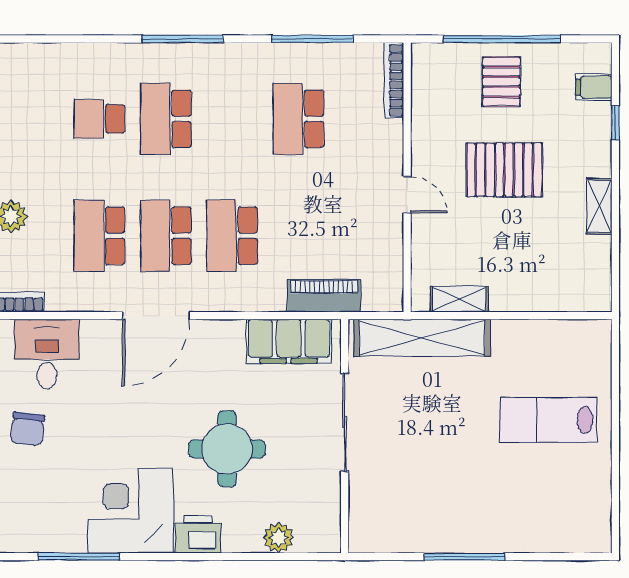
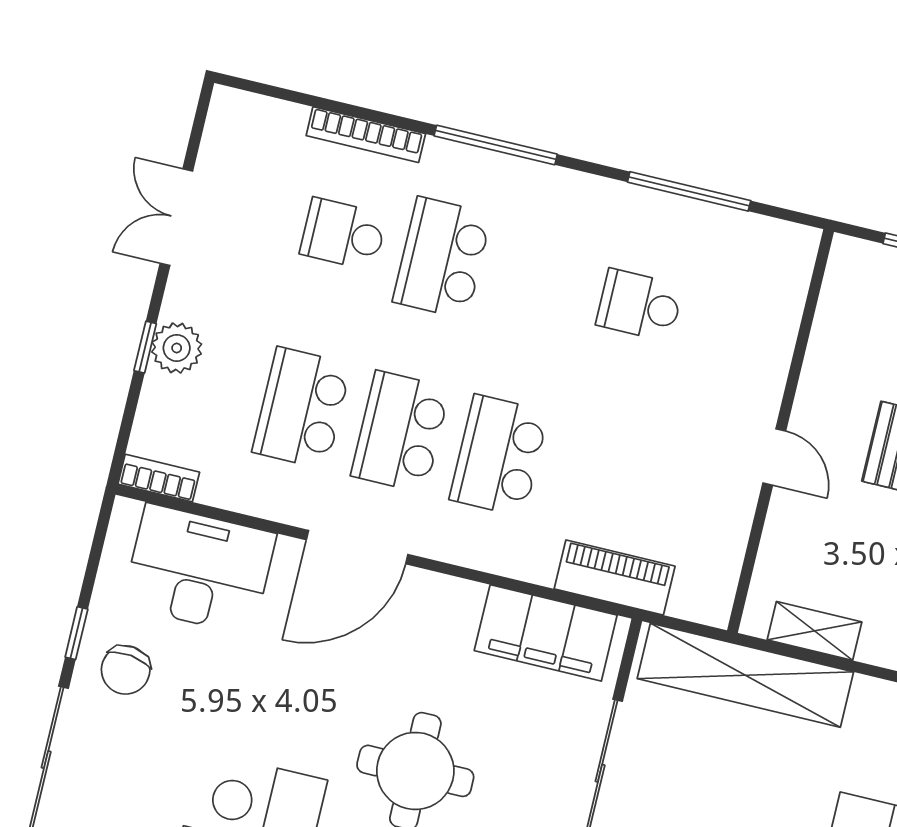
bookcase: (394, 80) -> (366, 135), moved, turned -90
school desk: (298, 119) -> (640, 305), width x0.54
desk: (47, 354) -> (199, 570), width x1.37

